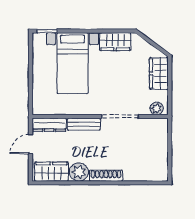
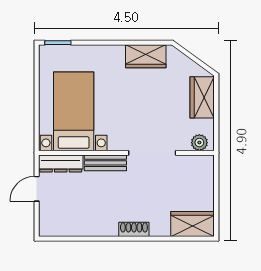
bed with nightstands: (73, 63) -> (74, 111), moved, turned 180
wardrobe: (52, 172) -> (193, 224), moved
plant: (79, 172) -> (99, 225), removed
shoe rack: (106, 176) -> (134, 229), width x0.70

